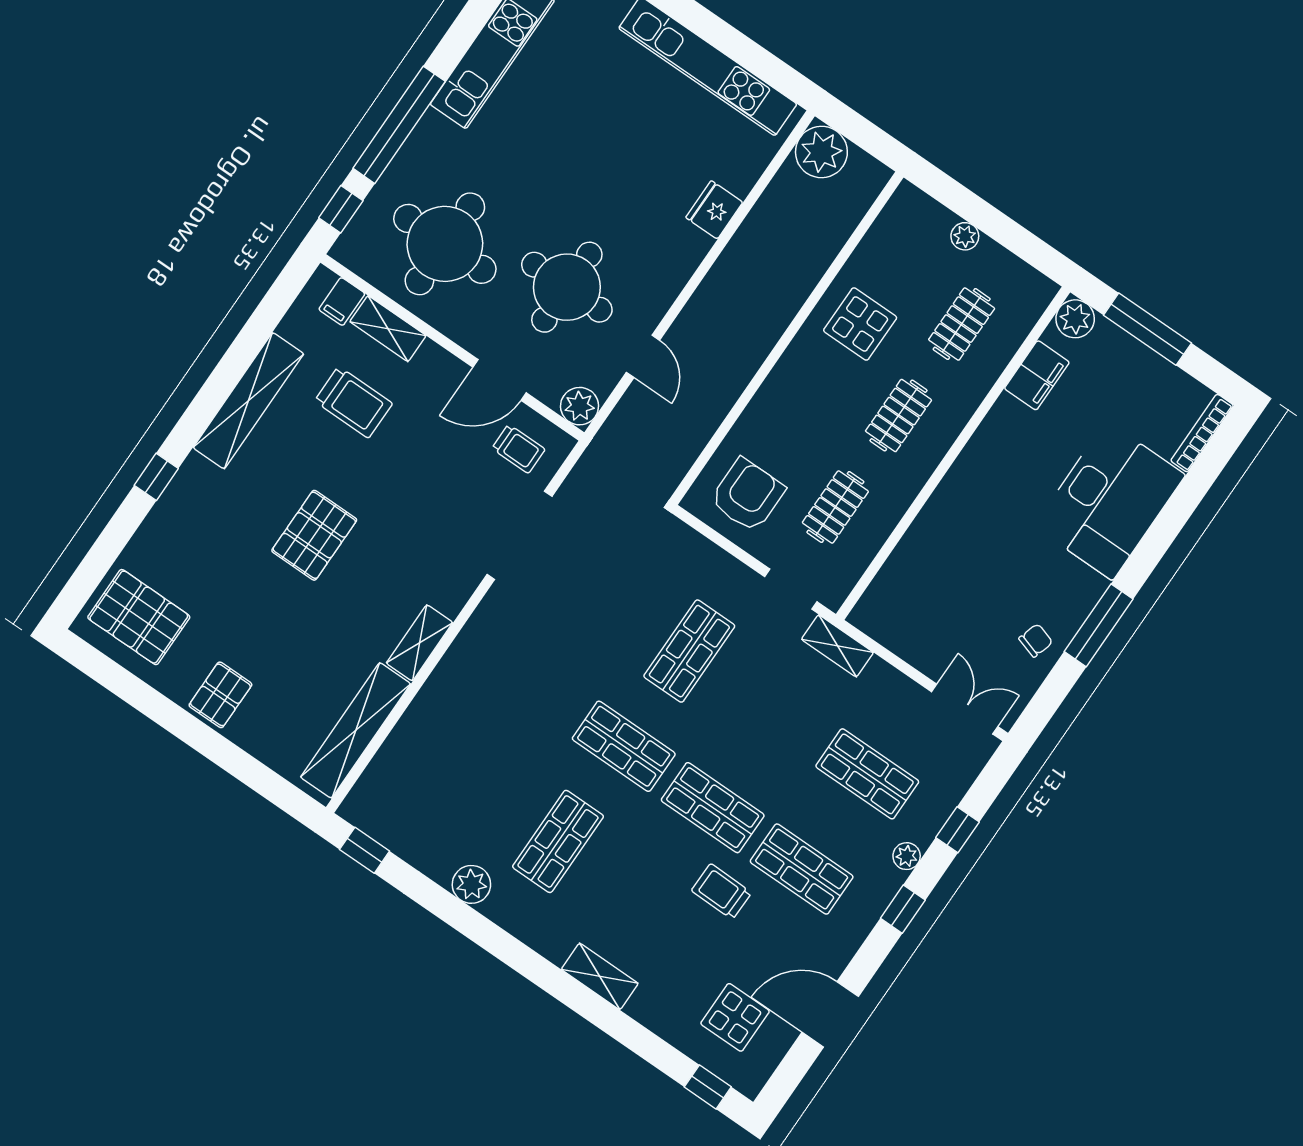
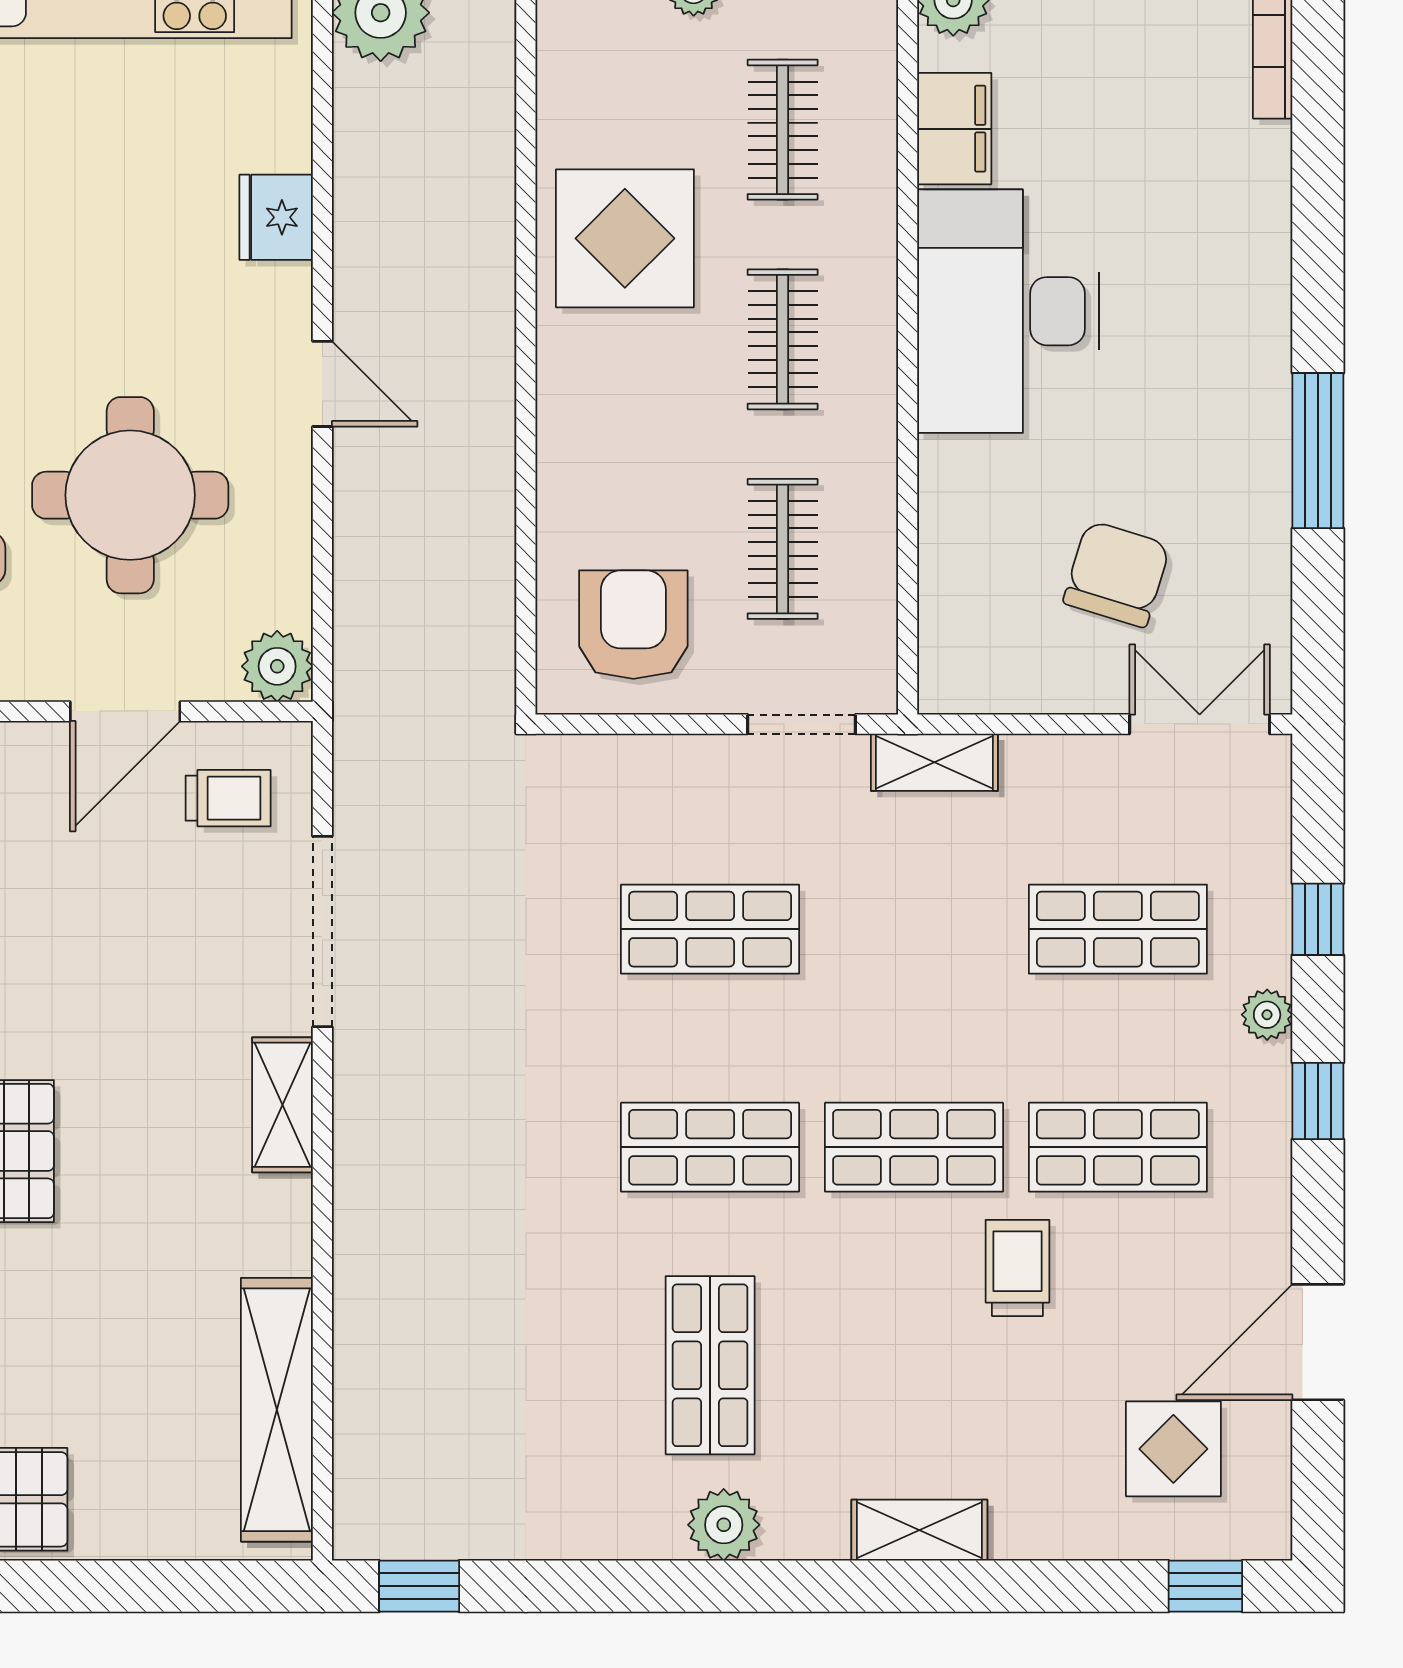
display table: (860, 324) -> (625, 238), width x1.36, depth x1.36
door: (643, 356) -> (322, 384), moved
desk: (1110, 501) -> (1008, 311), moved, turned 180
chair: (1036, 640) -> (1117, 574), moved, width x1.87, depth x1.87
shelving: (420, 643) -> (282, 1105), moved
shop shelf: (689, 651) -> (710, 929), turned 90
plant: (471, 884) -> (724, 1525), moved
trolley: (721, 891) -> (1017, 1268), turned 89

